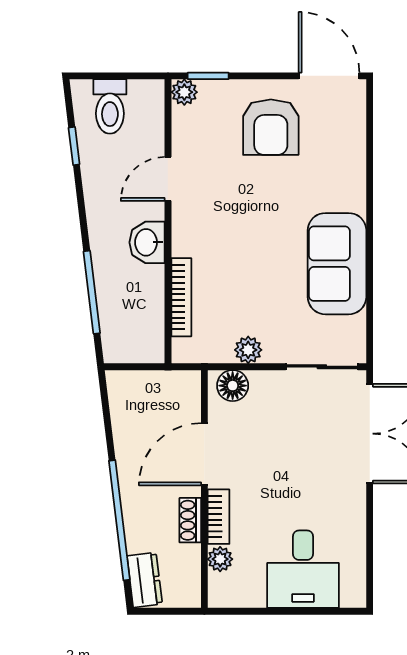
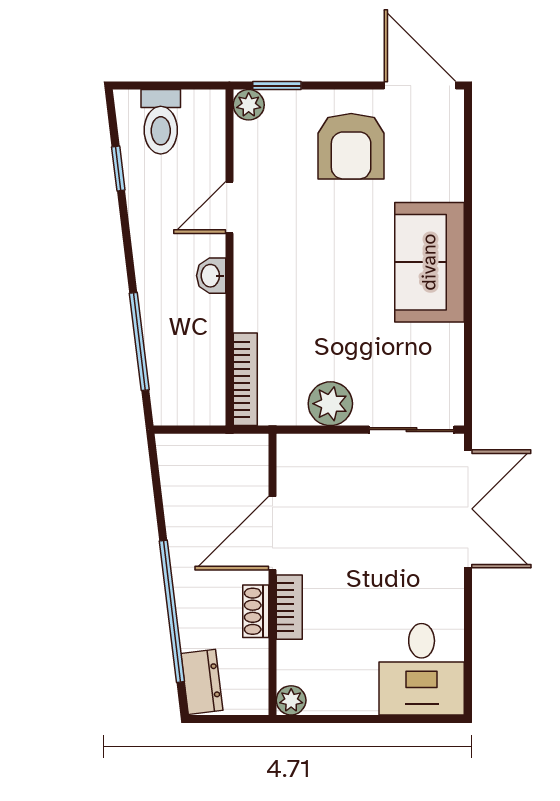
washbasin: (147, 242) -> (211, 276), width x0.72, depth x0.69
sofa: (337, 264) -> (429, 262), moved
bookcase: (181, 297) -> (245, 379), moved
plant: (248, 350) -> (330, 404), width x1.38, depth x1.38
floor lamp: (233, 386) -> (306, 452), removed
plant: (220, 559) -> (291, 700), moved
desk: (303, 569) -> (422, 669), moved

